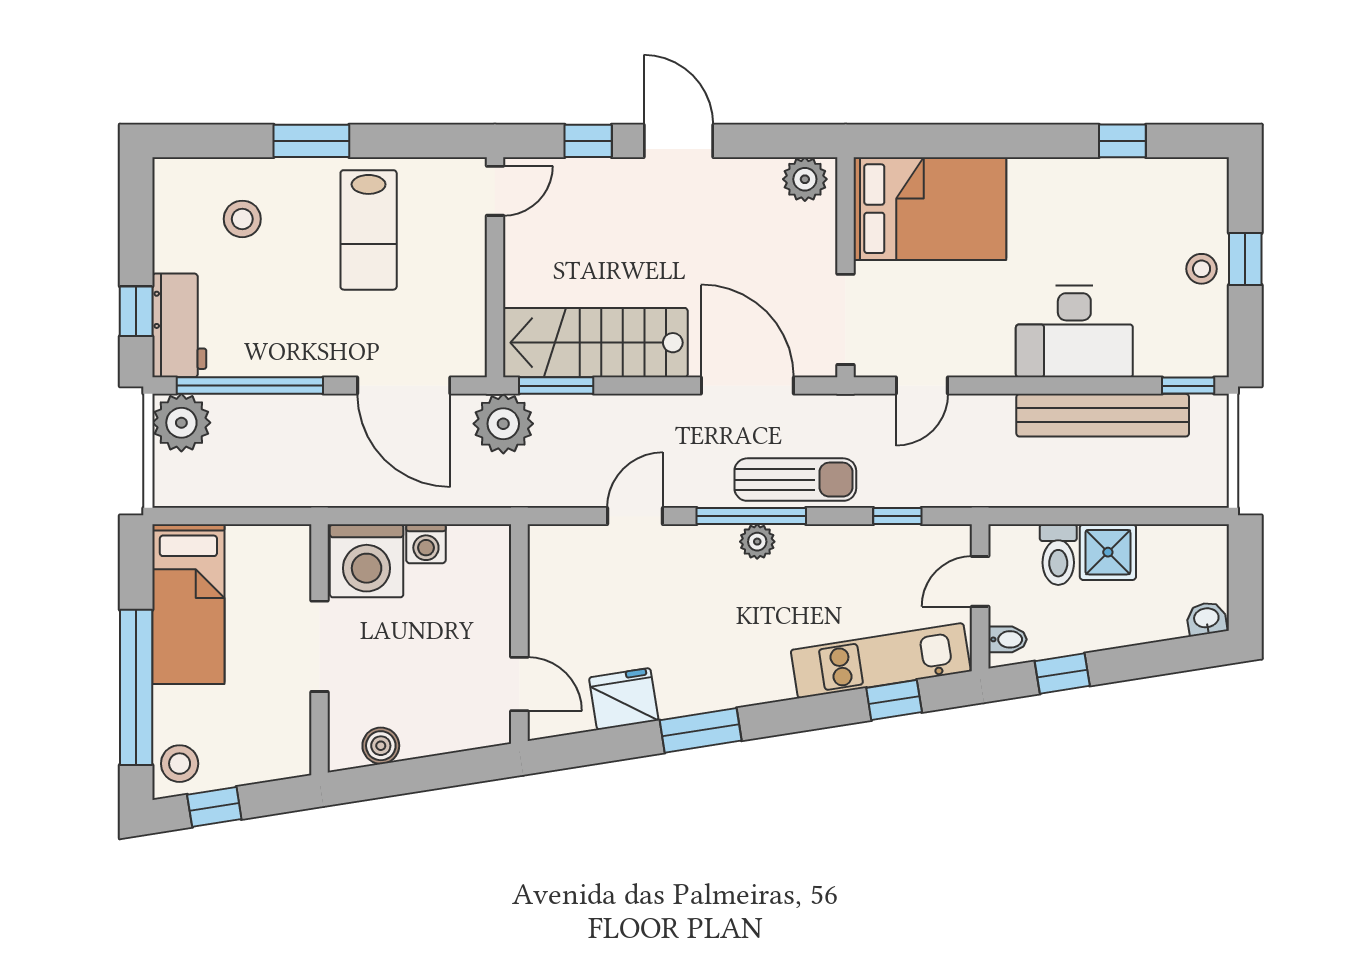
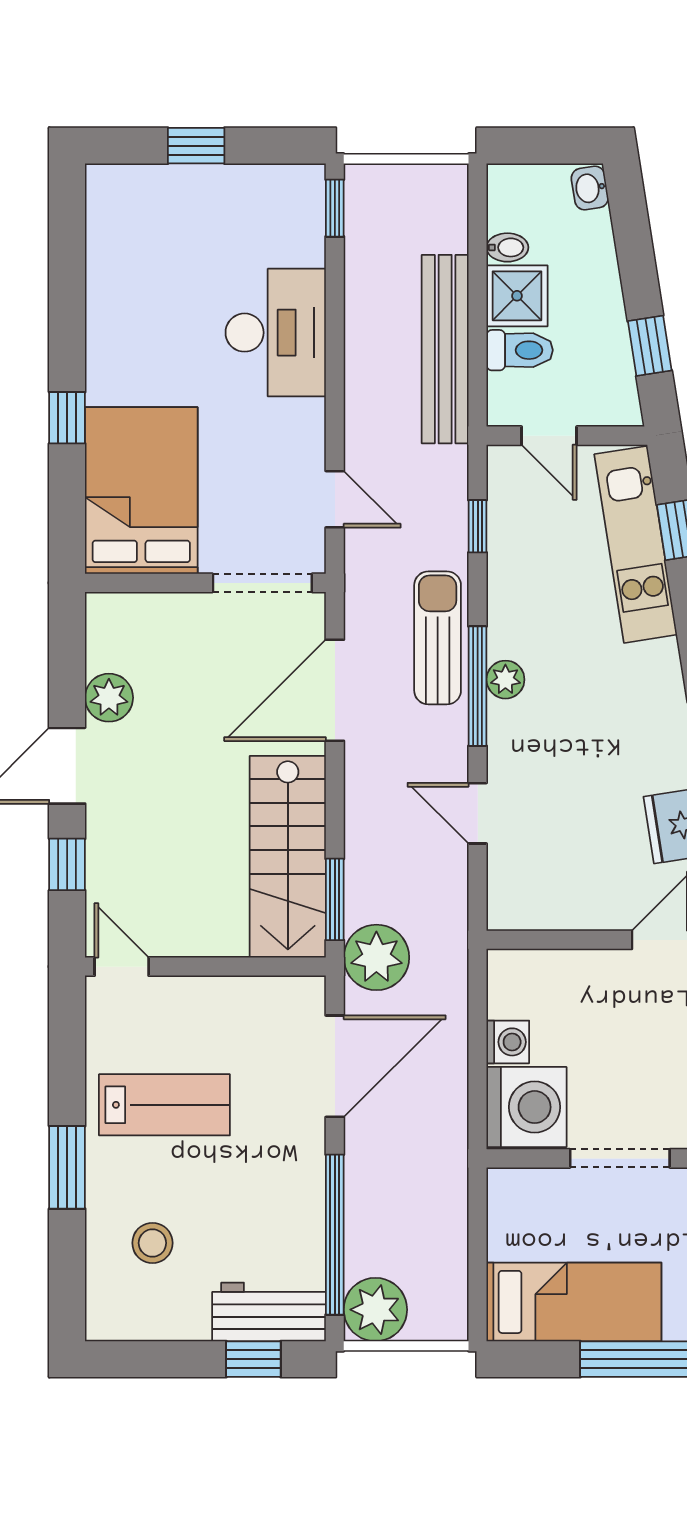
window: (1122, 141) -> (67, 418), moved
plant: (805, 179) -> (109, 698), moved
stool: (1202, 269) -> (207, 193), removed
bench: (1103, 415) -> (445, 349), moved
bidet: (1007, 639) -> (507, 247), moved, turned 90

